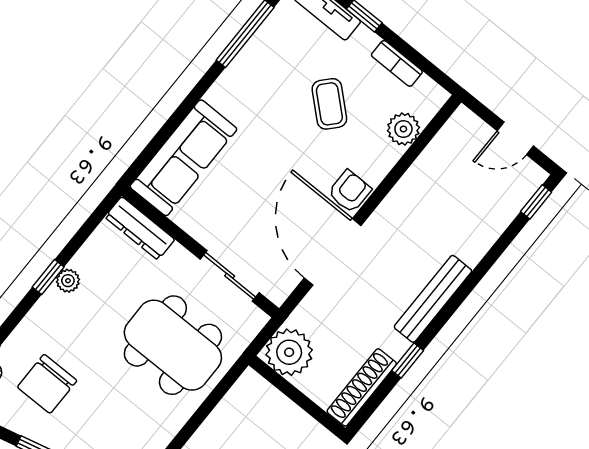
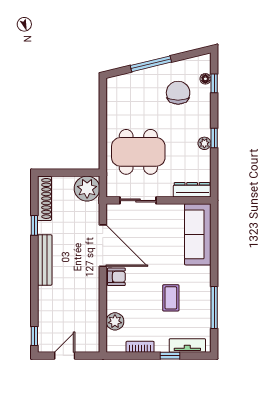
coffee table: (329, 104) -> (171, 298), moved, turned 48
armchair: (350, 191) -> (116, 277), turned -90

